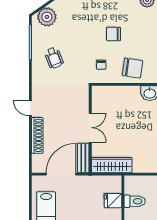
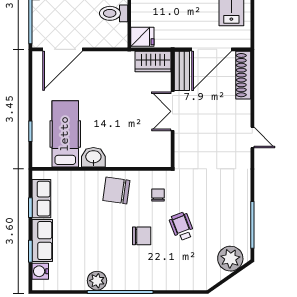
wheelchair: (54, 58) -> (182, 226), moved
shoe rack: (37, 135) -> (243, 75), moved
wardrobe: (112, 165) -> (153, 61), width x0.67
fridge: (113, 201) -> (142, 37), moved

